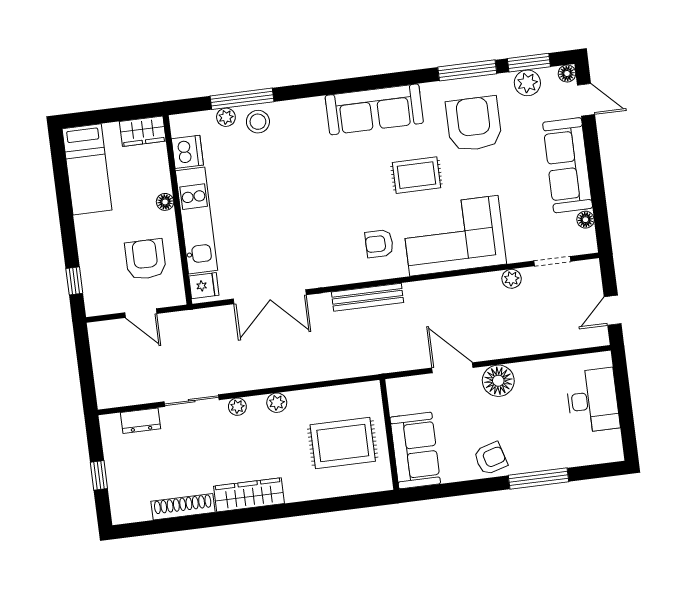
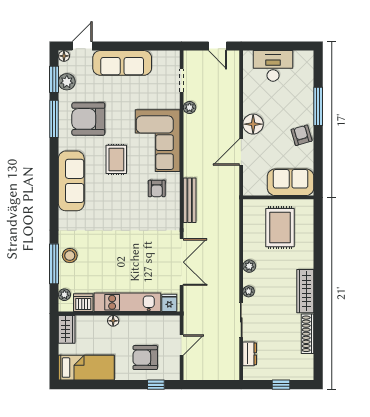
plant: (226, 117) -> (64, 295), moved
floor lamp: (586, 220) -> (158, 56), removed
armchair: (145, 259) -> (145, 358), moved

